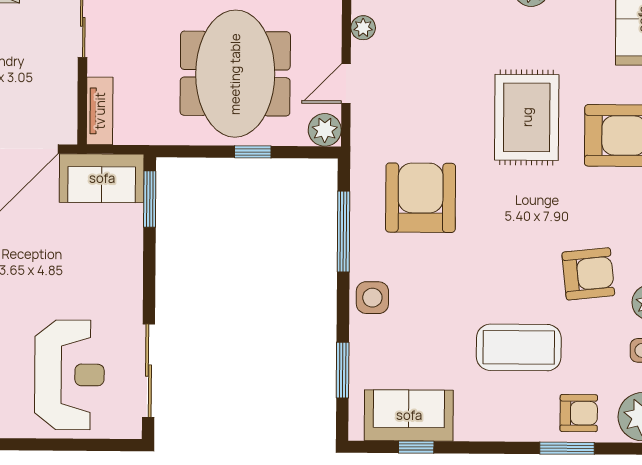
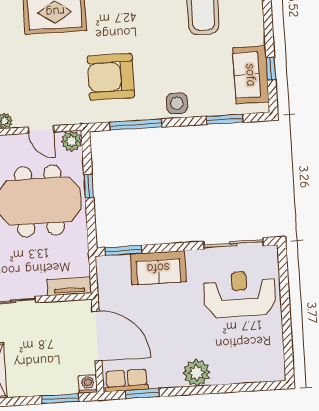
sofa: (102, 178) -> (158, 268), moved, turned 90

